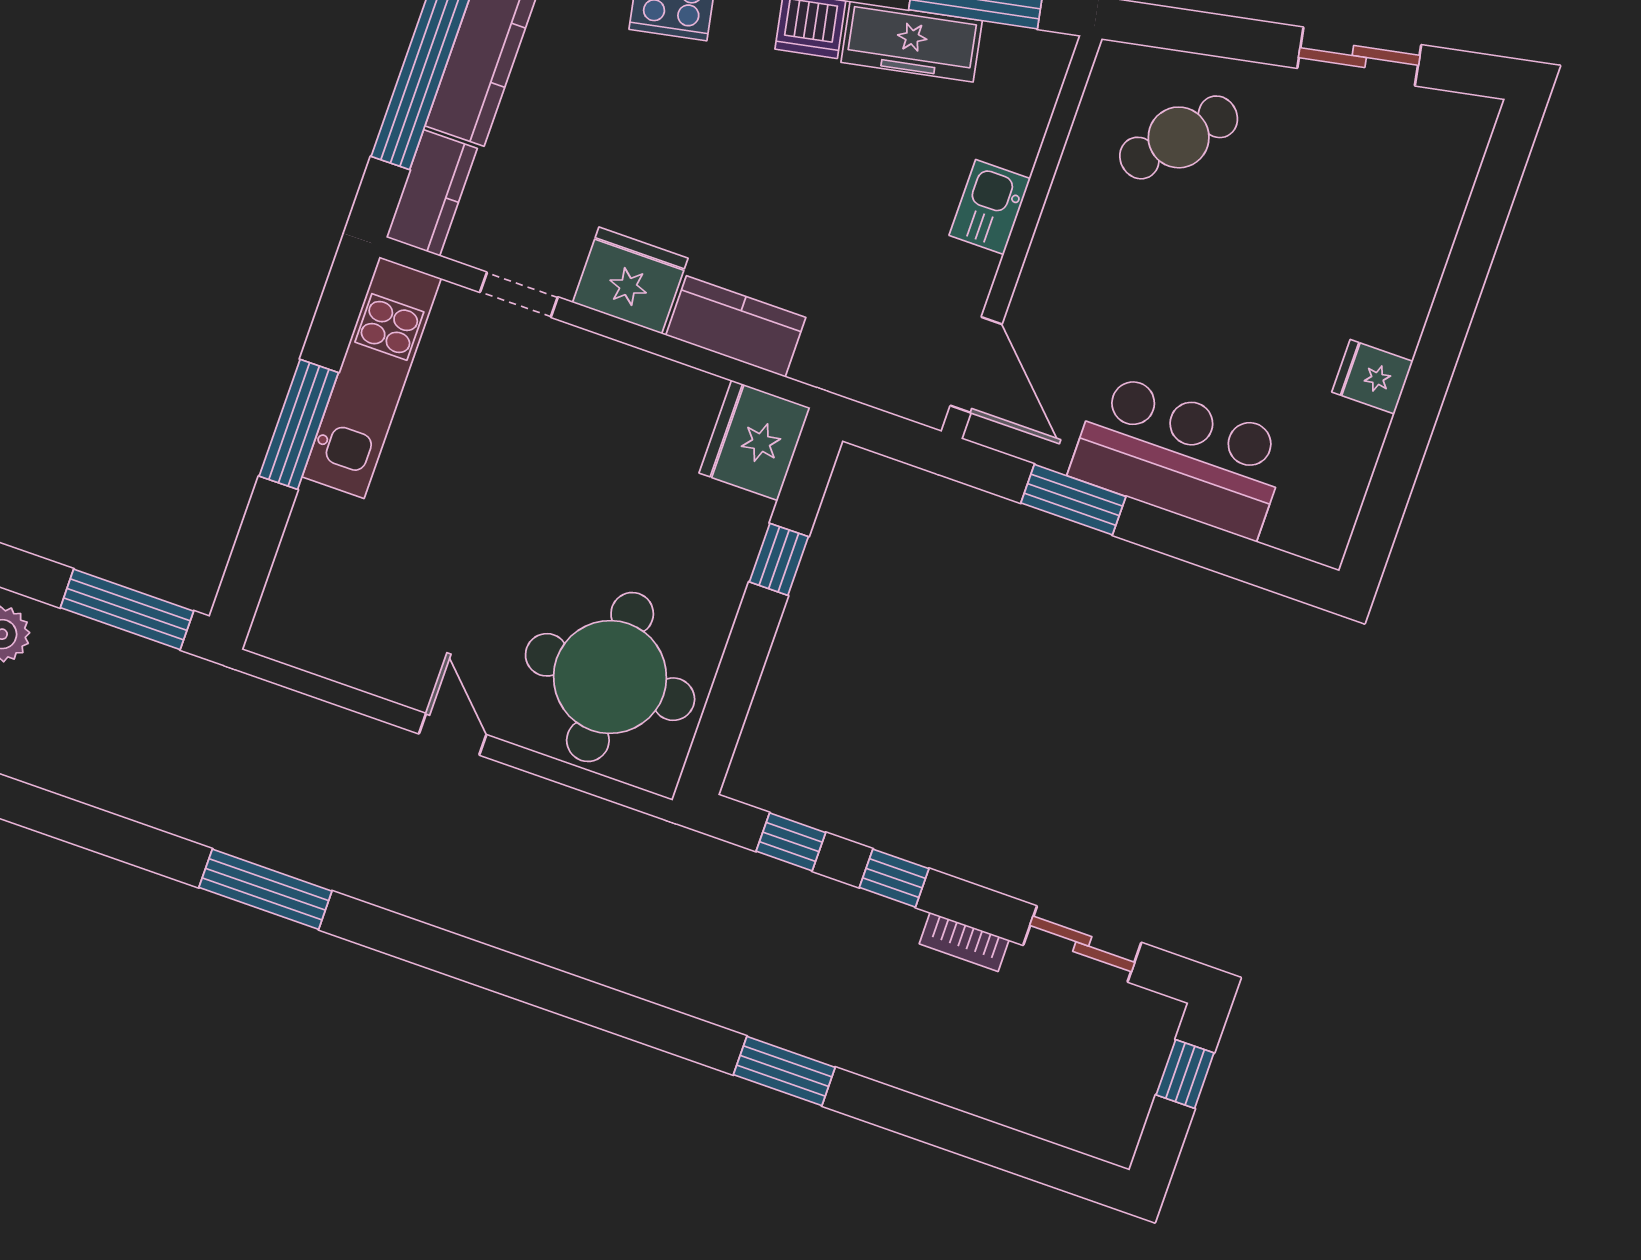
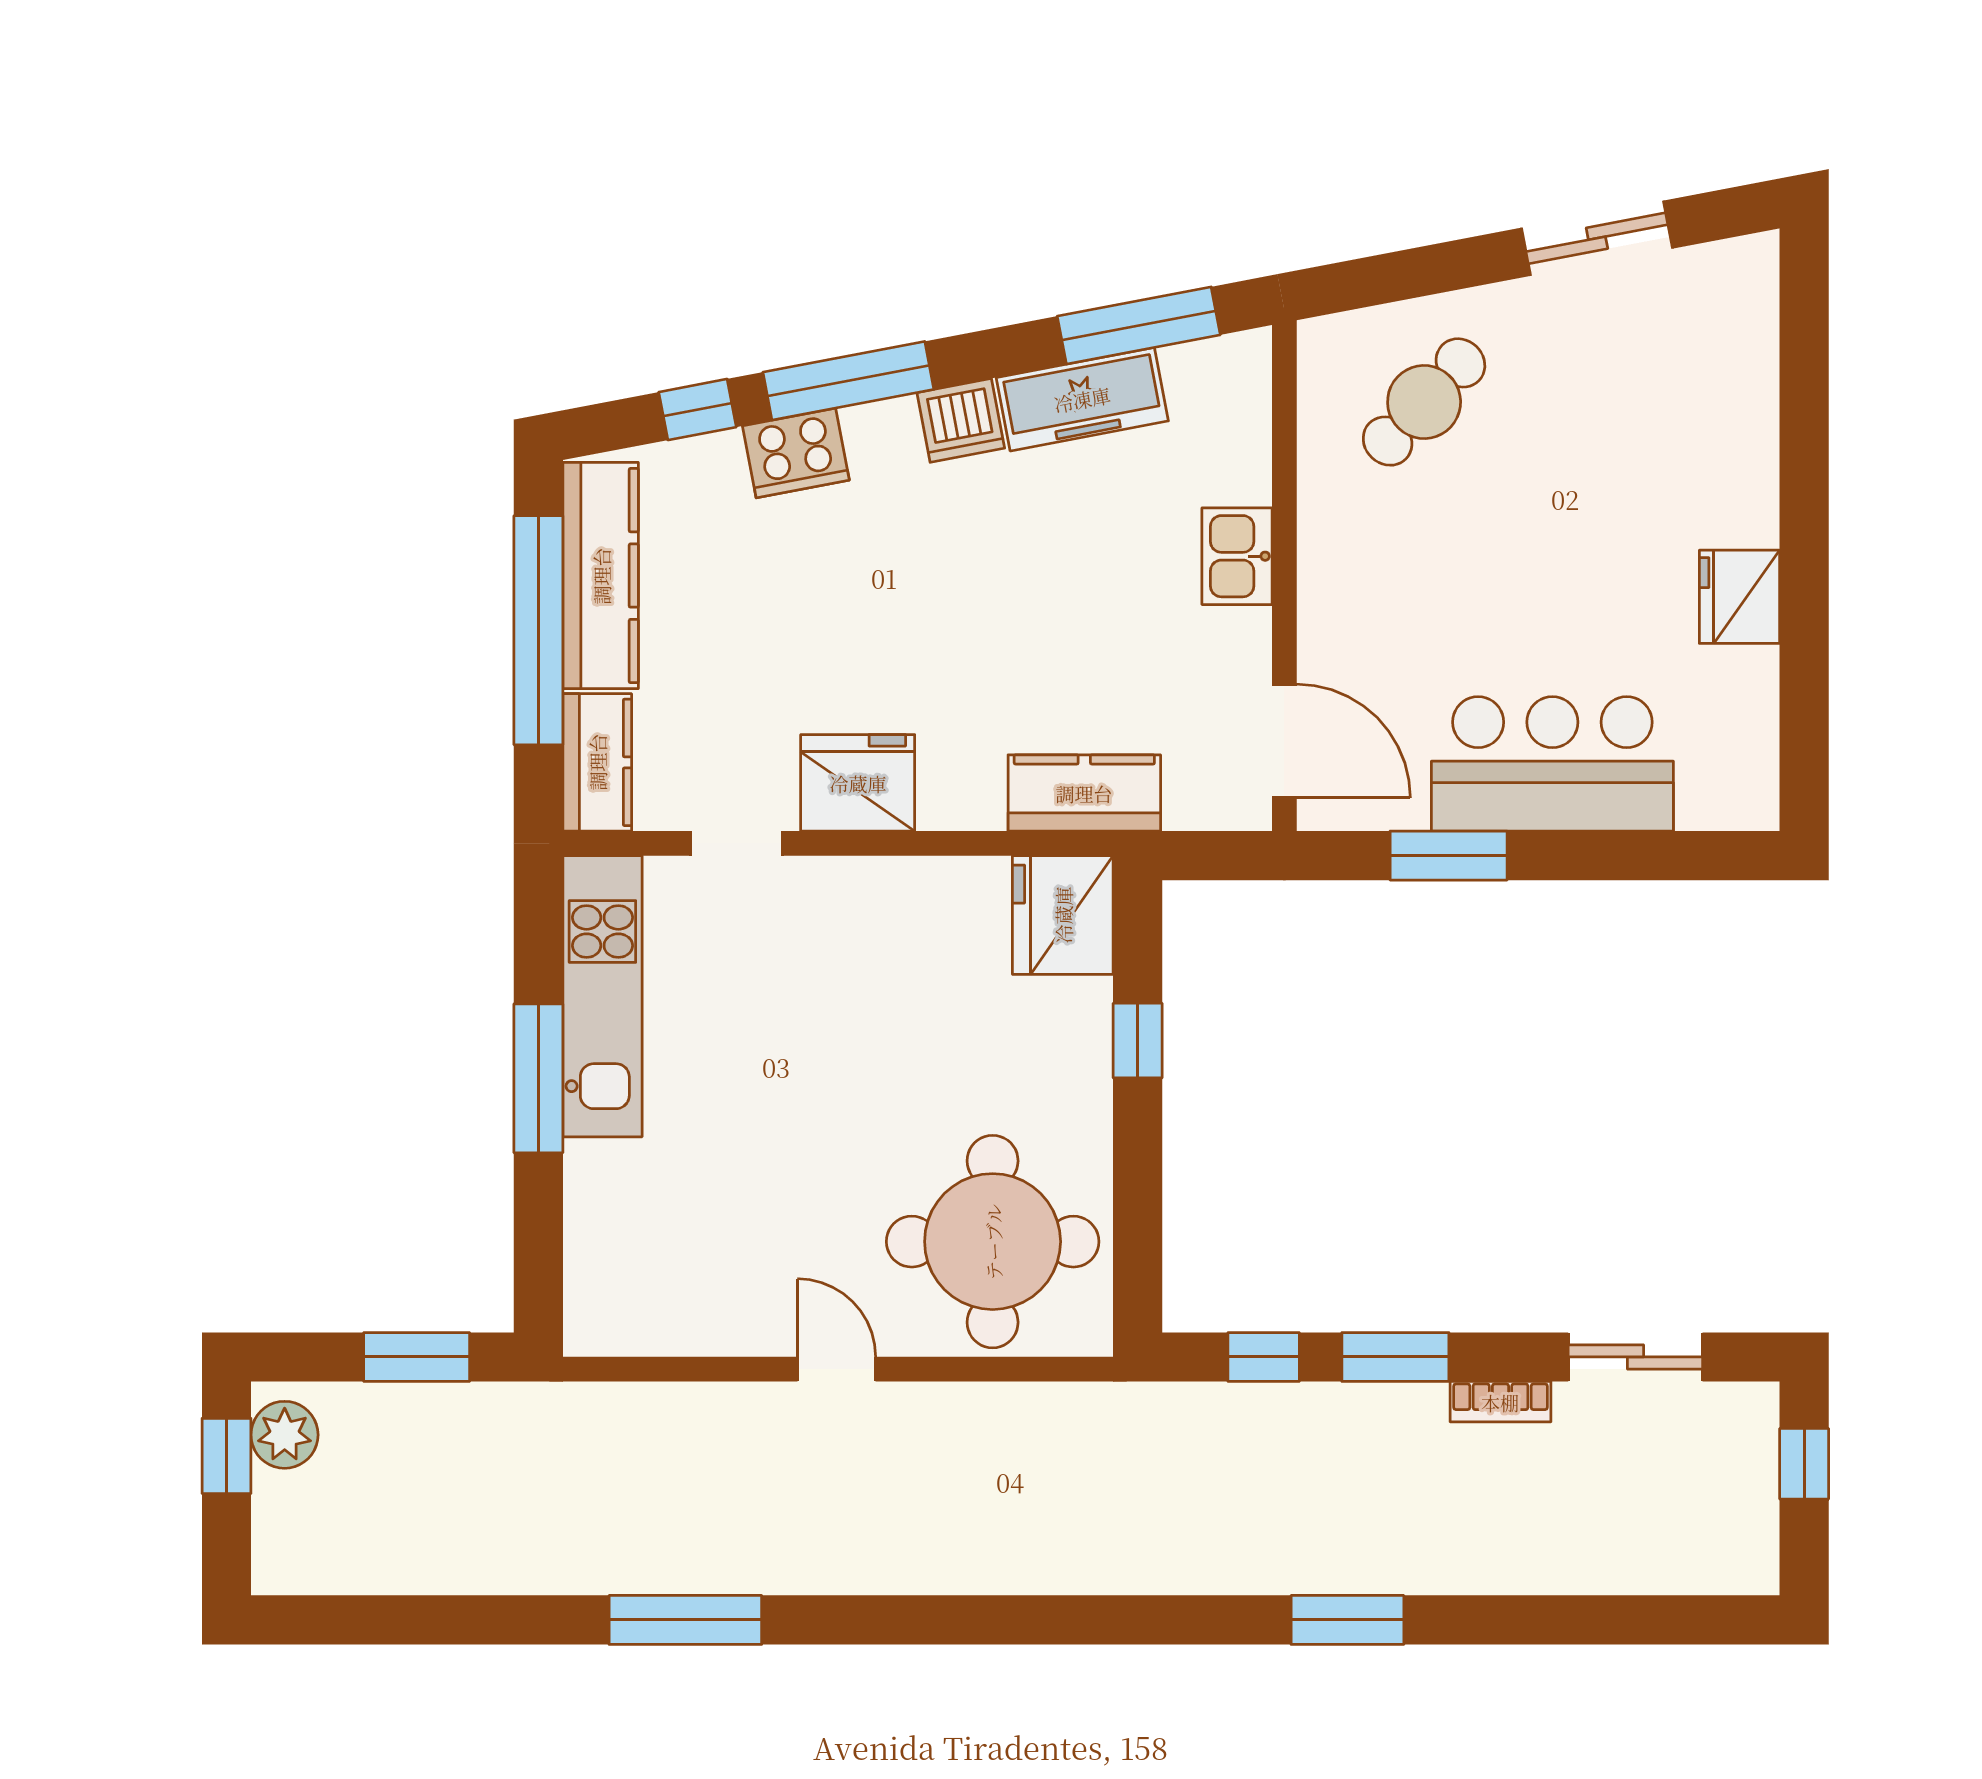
kitchen counter: (736, 326) -> (1084, 793), moved
fridge: (1372, 377) -> (1739, 597), width x1.38
window: (127, 609) -> (417, 1357), width x0.69
window: (894, 878) -> (1395, 1357), width x1.50

